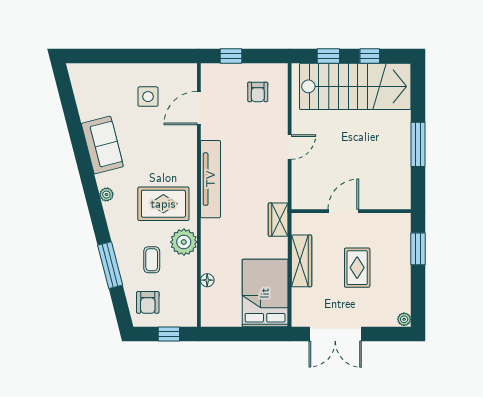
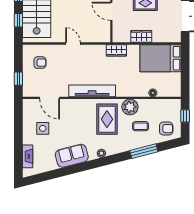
fireplace: (101, 71) -> (28, 156), added
wardrobe: (301, 261) -> (141, 36), width x0.67

